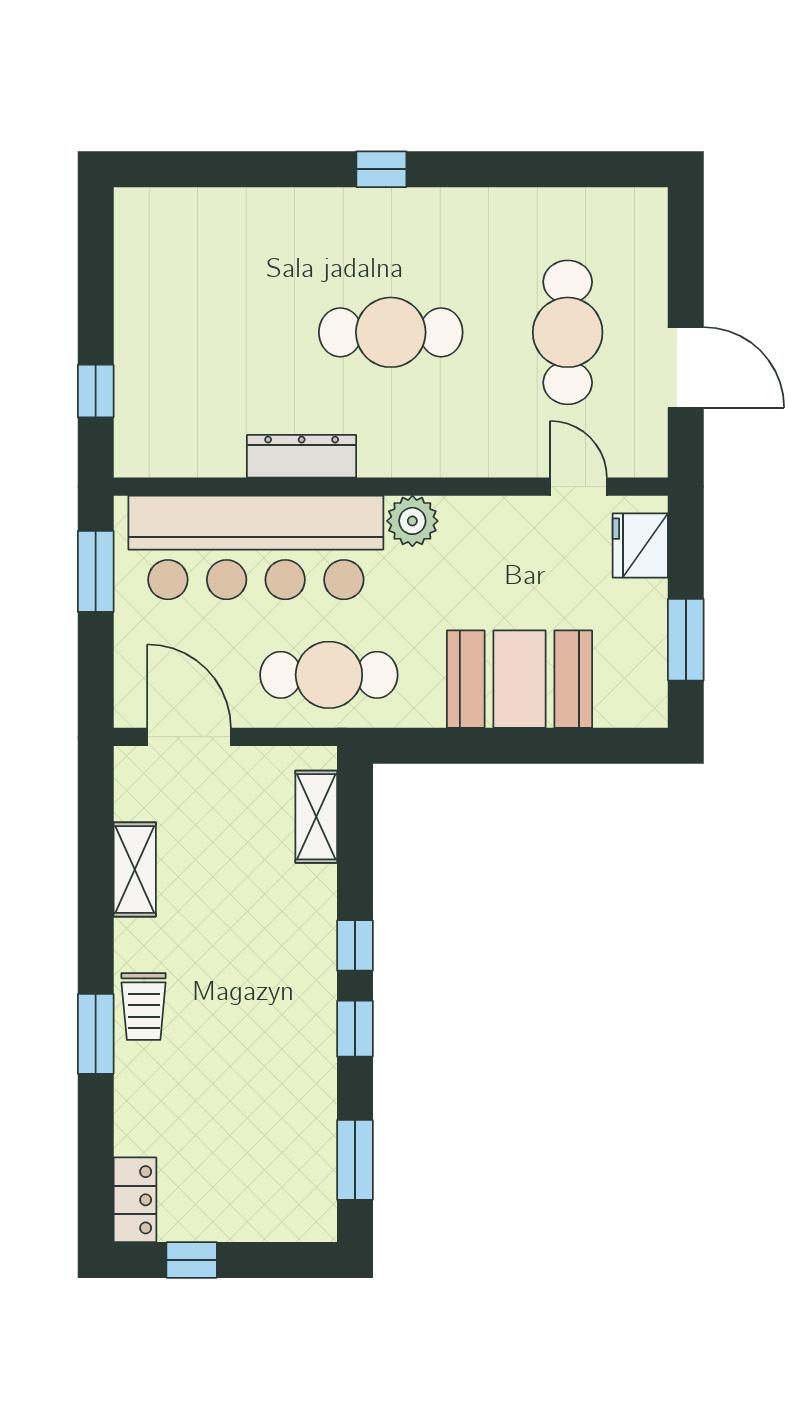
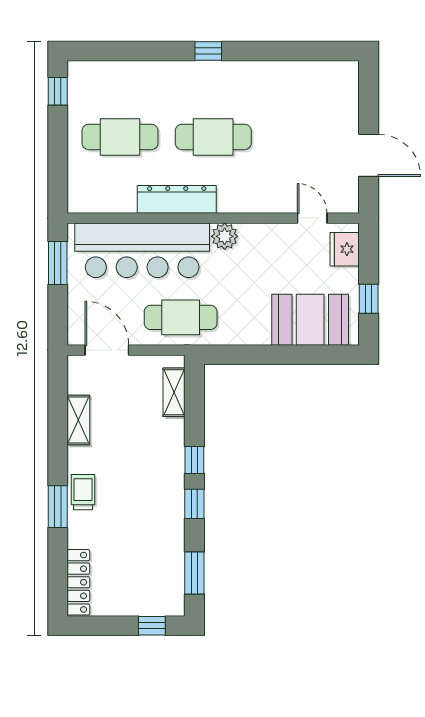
cafe table: (568, 332) -> (120, 137), moved, turned 90
window: (96, 391) -> (58, 91), moved
dresser: (302, 456) -> (177, 199), width x1.37, depth x1.24
window: (686, 640) -> (369, 299), width x0.67
booth: (519, 679) -> (310, 320), moved
trolley: (144, 1006) -> (83, 492), turned 180
locker: (135, 1200) -> (78, 582), width x1.53
window: (192, 1260) -> (152, 626), moved

